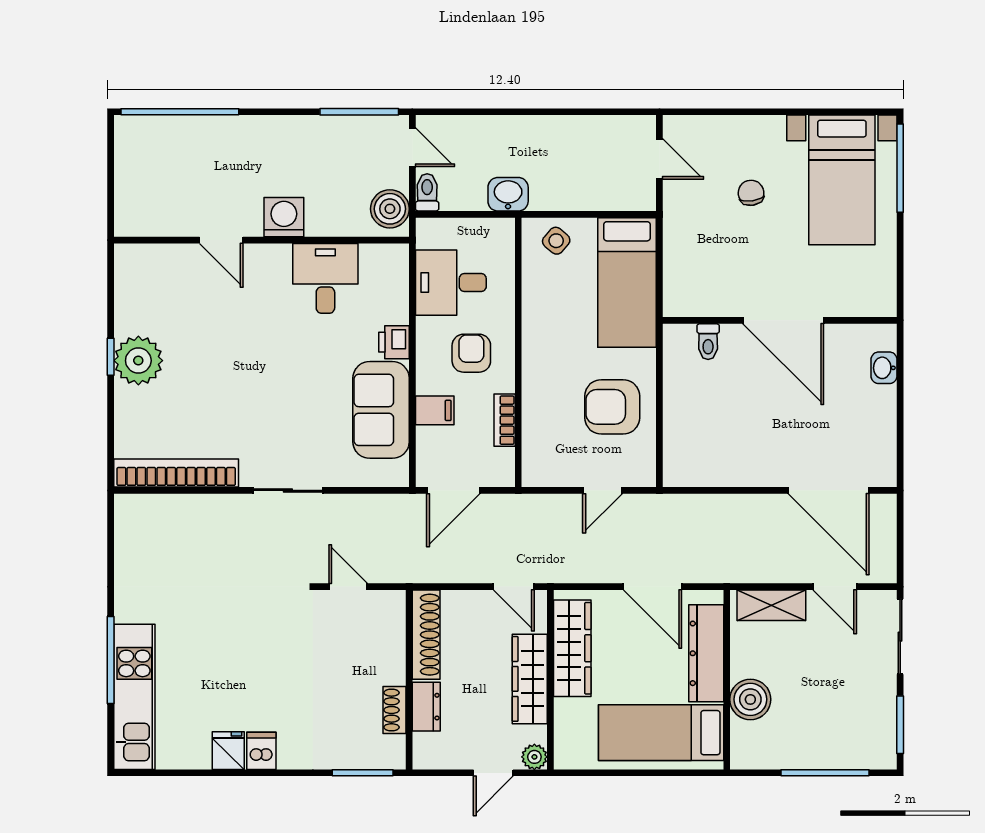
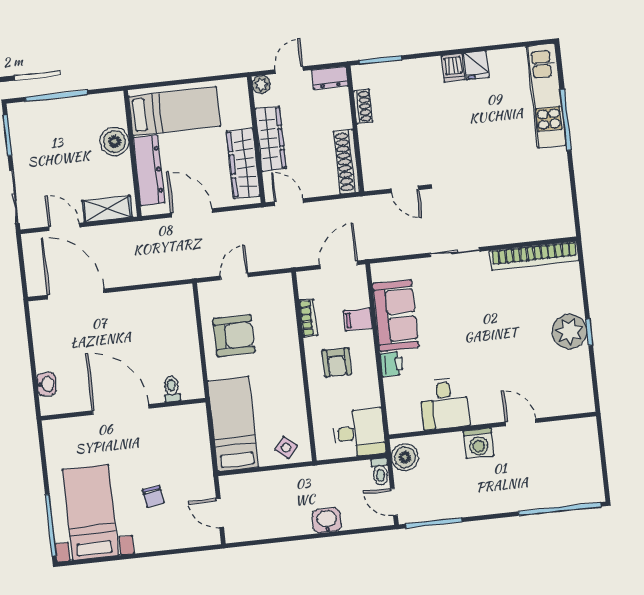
washbasin: (508, 194) -> (327, 520), moved, turned 180
desk: (451, 283) -> (359, 433), moved
dresser: (426, 707) -> (330, 78), moved, turned -90

